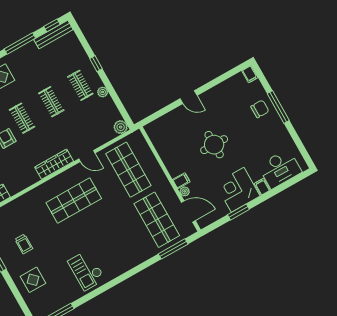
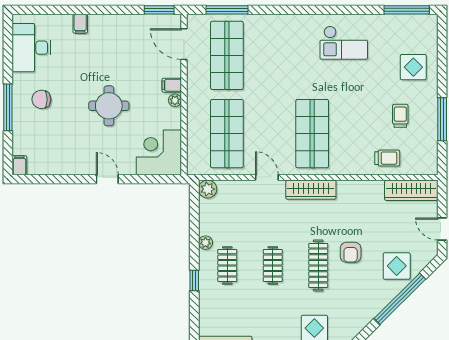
chair: (260, 109) -> (41, 99), moved
clothes rail: (22, 118) -> (318, 265), width x1.36
desk: (280, 169) -> (31, 48), moved, turned -90
corner desk: (238, 190) -> (159, 152), moved, turned 180
plant: (185, 191) -> (175, 100), moved
shop shelf: (74, 201) -> (312, 134), turned 90
trolley: (17, 212) -> (387, 158), added
window: (238, 212) -> (159, 10), moved
checkout: (86, 270) -> (344, 43), turned 90

